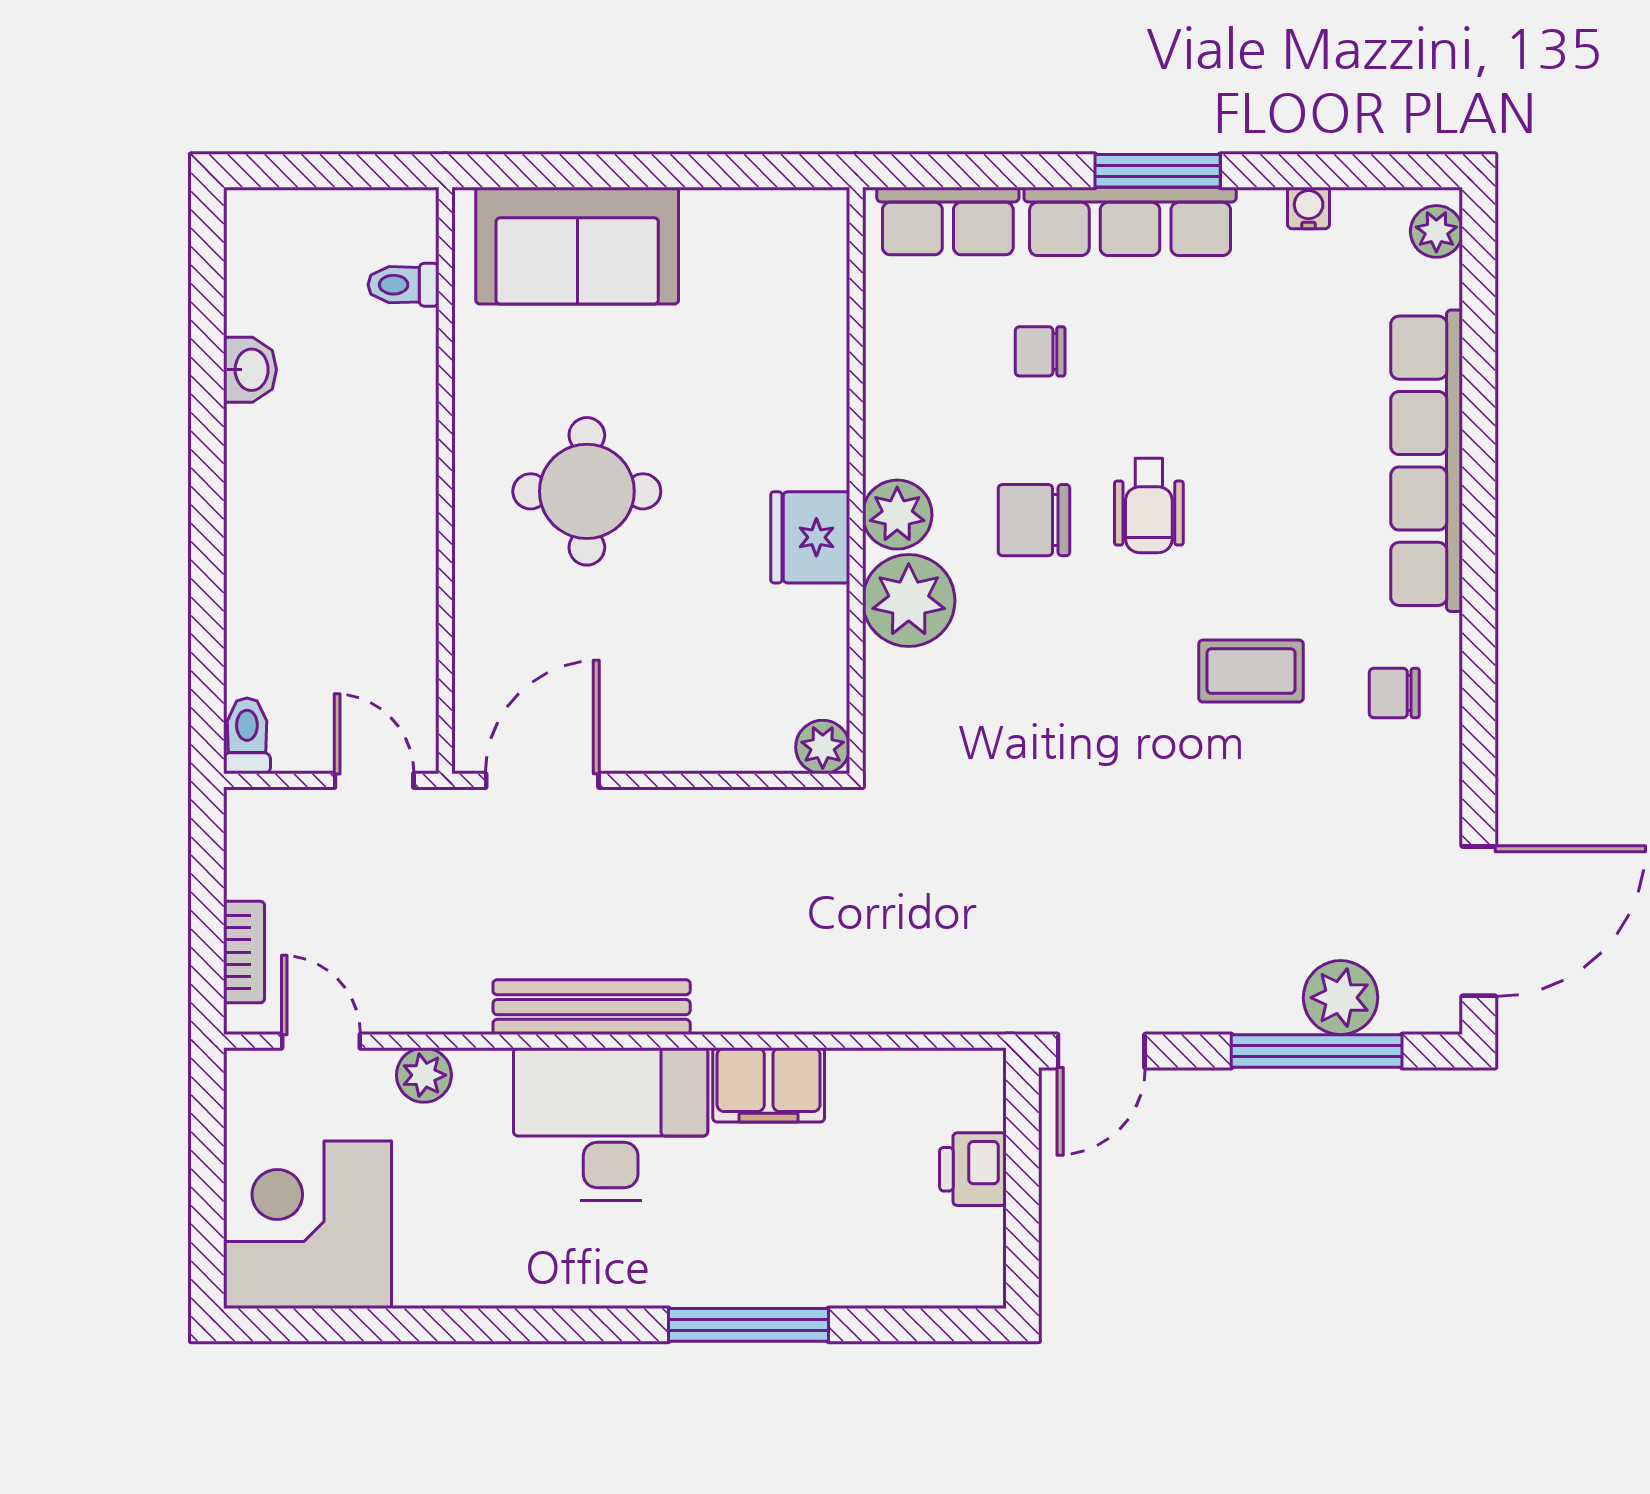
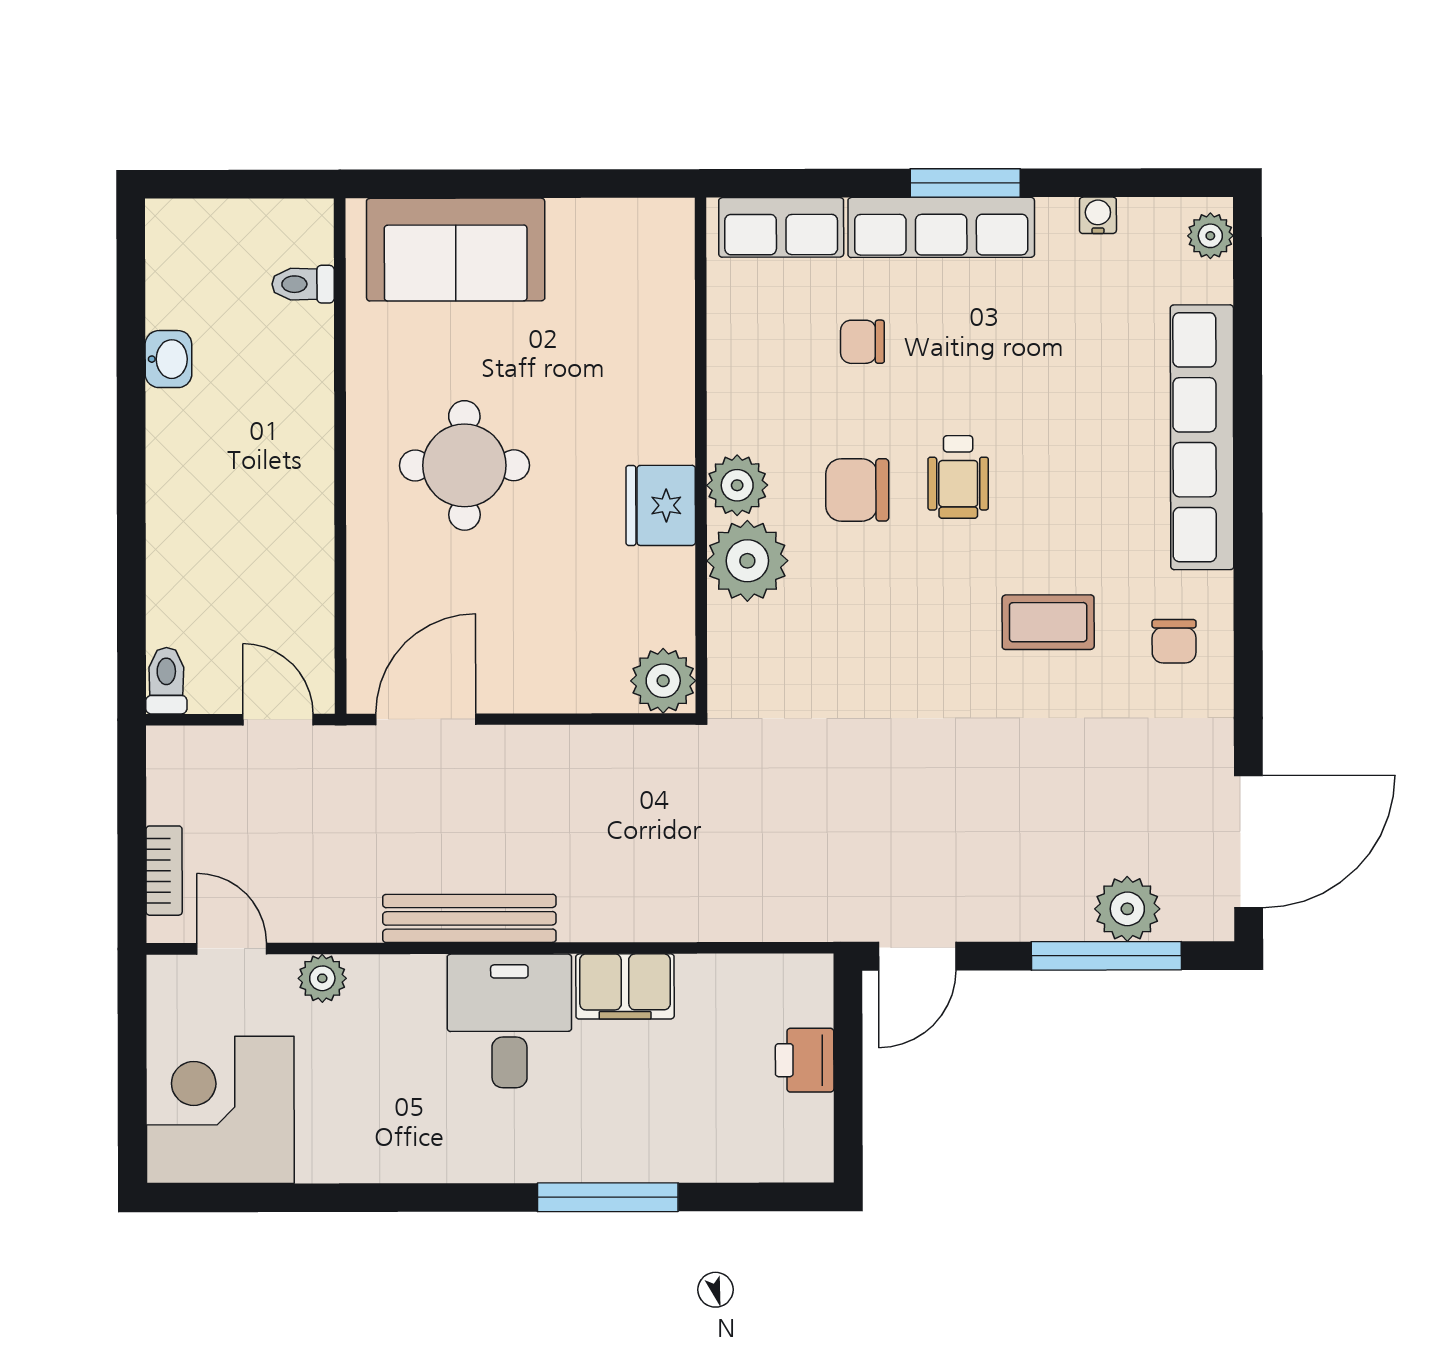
chair: (1394, 693) -> (1174, 641), turned -90
plant: (823, 747) -> (663, 681), width x1.38, depth x1.38
desk: (611, 1124) -> (509, 1021), width x0.73

